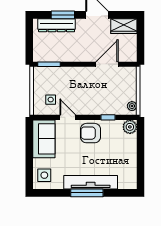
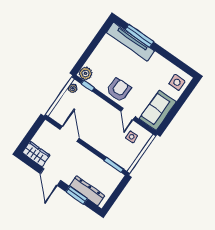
door: (107, 64) -> (69, 134), swing flipped
window: (108, 117) -> (88, 86), moved
armchair: (90, 133) -> (119, 90), turned -90
tv unit: (91, 182) -> (130, 42), moved
window: (87, 193) -> (139, 36), moved

